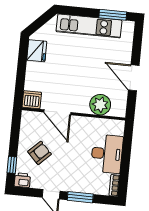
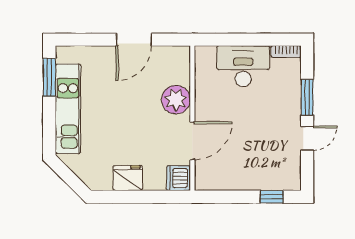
fridge: (37, 51) -> (128, 178), moved
plant: (100, 105) -> (176, 100), moved
armchair: (40, 153) -> (251, 160), removed
printer: (22, 180) -> (291, 180), removed

